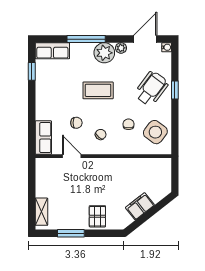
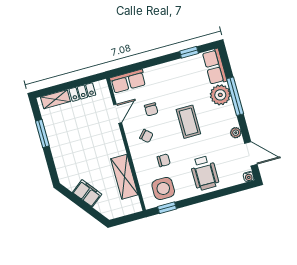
plant: (104, 53) -> (220, 95), moved
wheelchair: (151, 89) -> (204, 173), turned 53
window: (175, 90) -> (167, 208), moved
side table: (155, 132) -> (163, 188), turned -37
shelving: (134, 166) -> (124, 177), added
locker: (42, 184) -> (82, 92), added
pallet: (97, 216) -> (66, 155), removed

